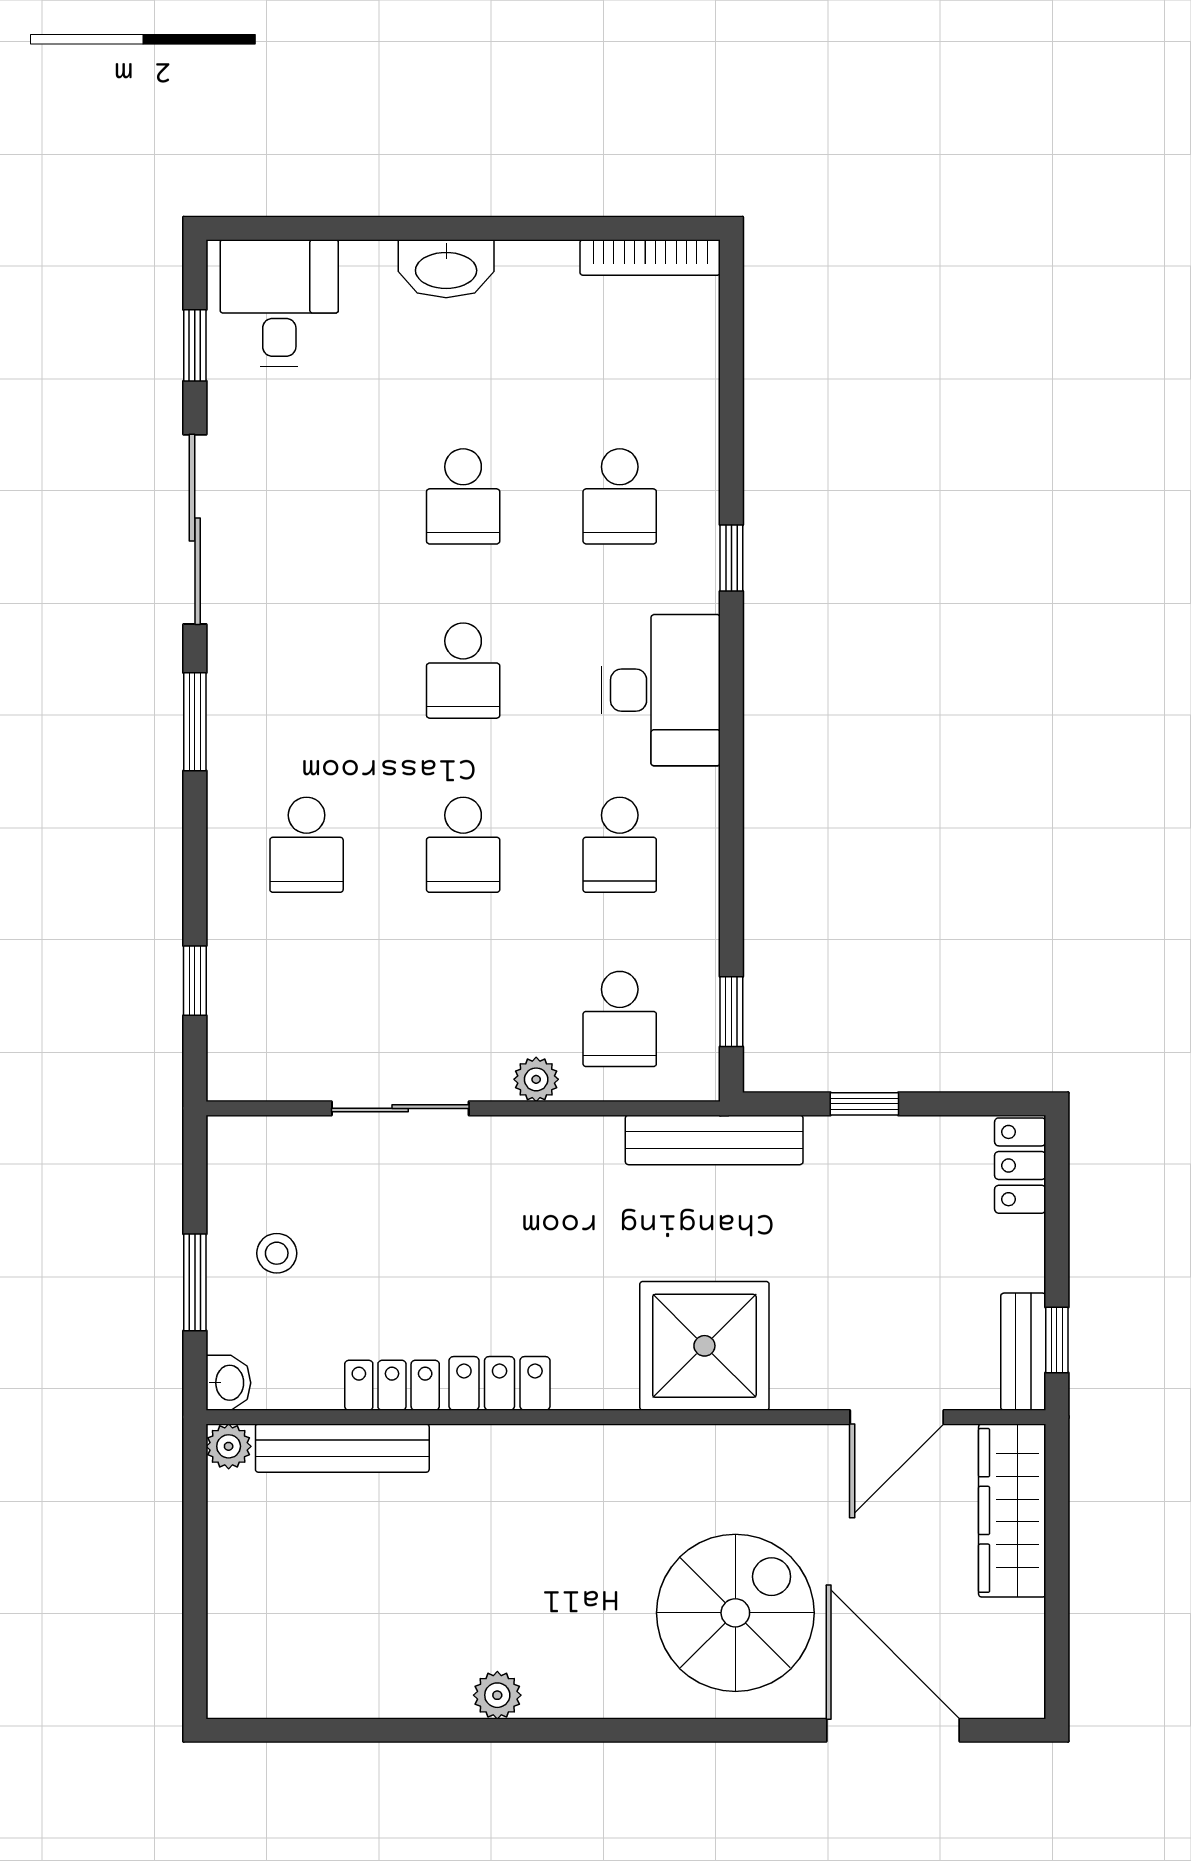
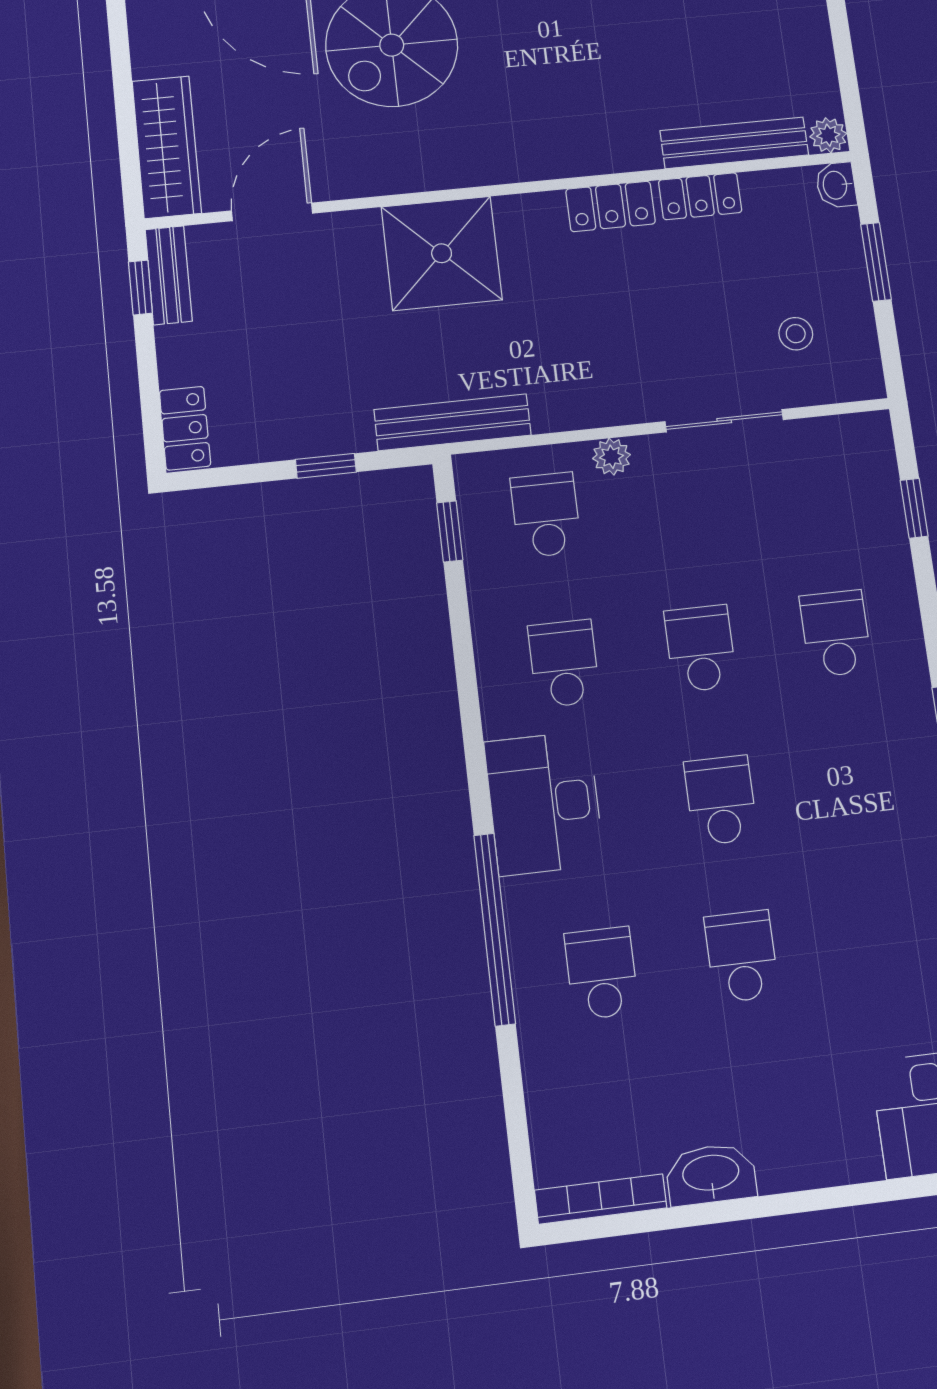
washbasin: (446, 269) -> (711, 1174), moved
window: (731, 558) -> (495, 929), width x3.17
stool: (277, 1253) -> (796, 334), moved

